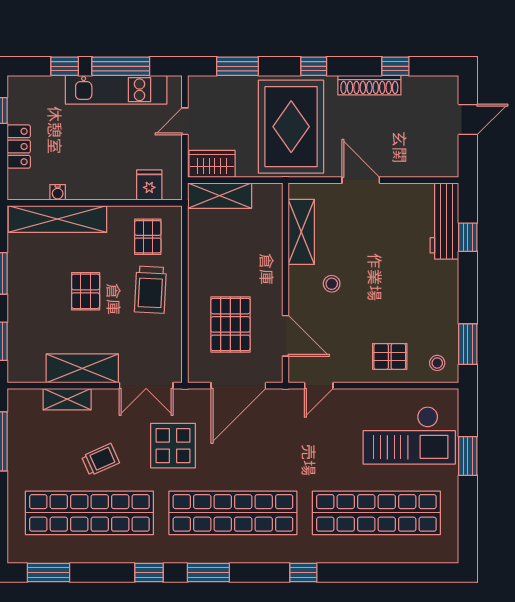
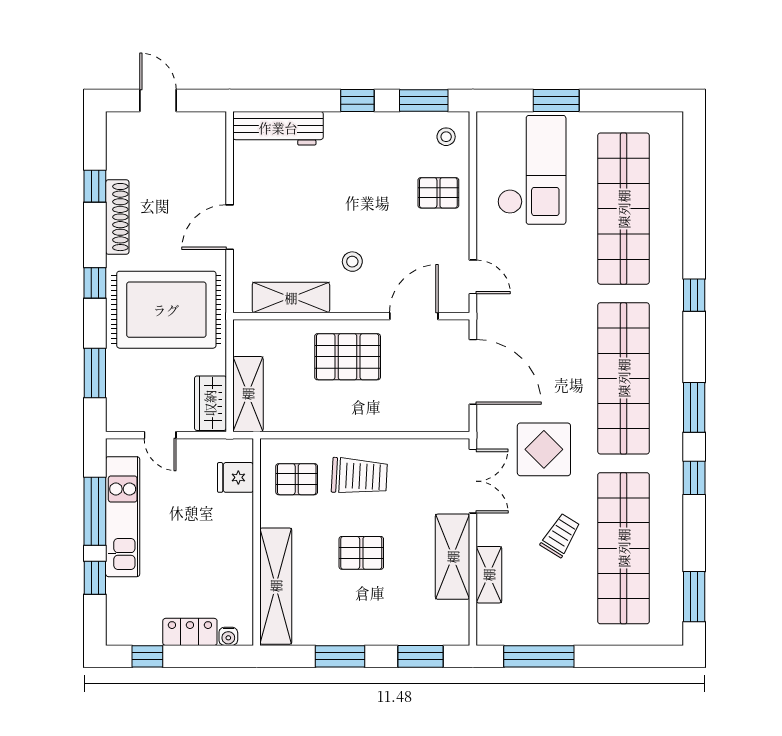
water cooler: (58, 192) -> (228, 636), moved, turned 90
window: (468, 237) -> (357, 100), moved
pallet: (230, 324) -> (348, 357), moved
pallet: (390, 356) -> (438, 193), turned 90
trolley: (100, 460) -> (560, 535), turned 56

